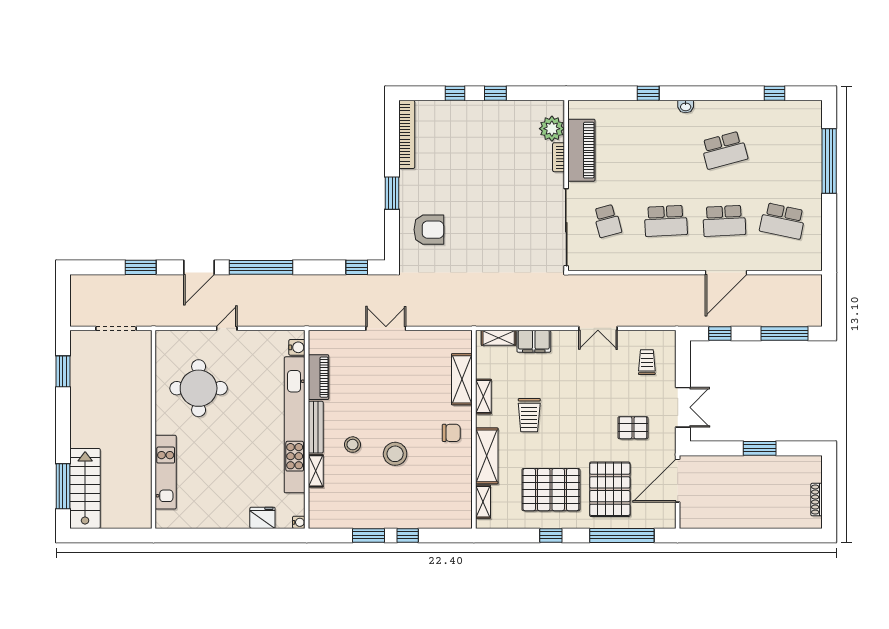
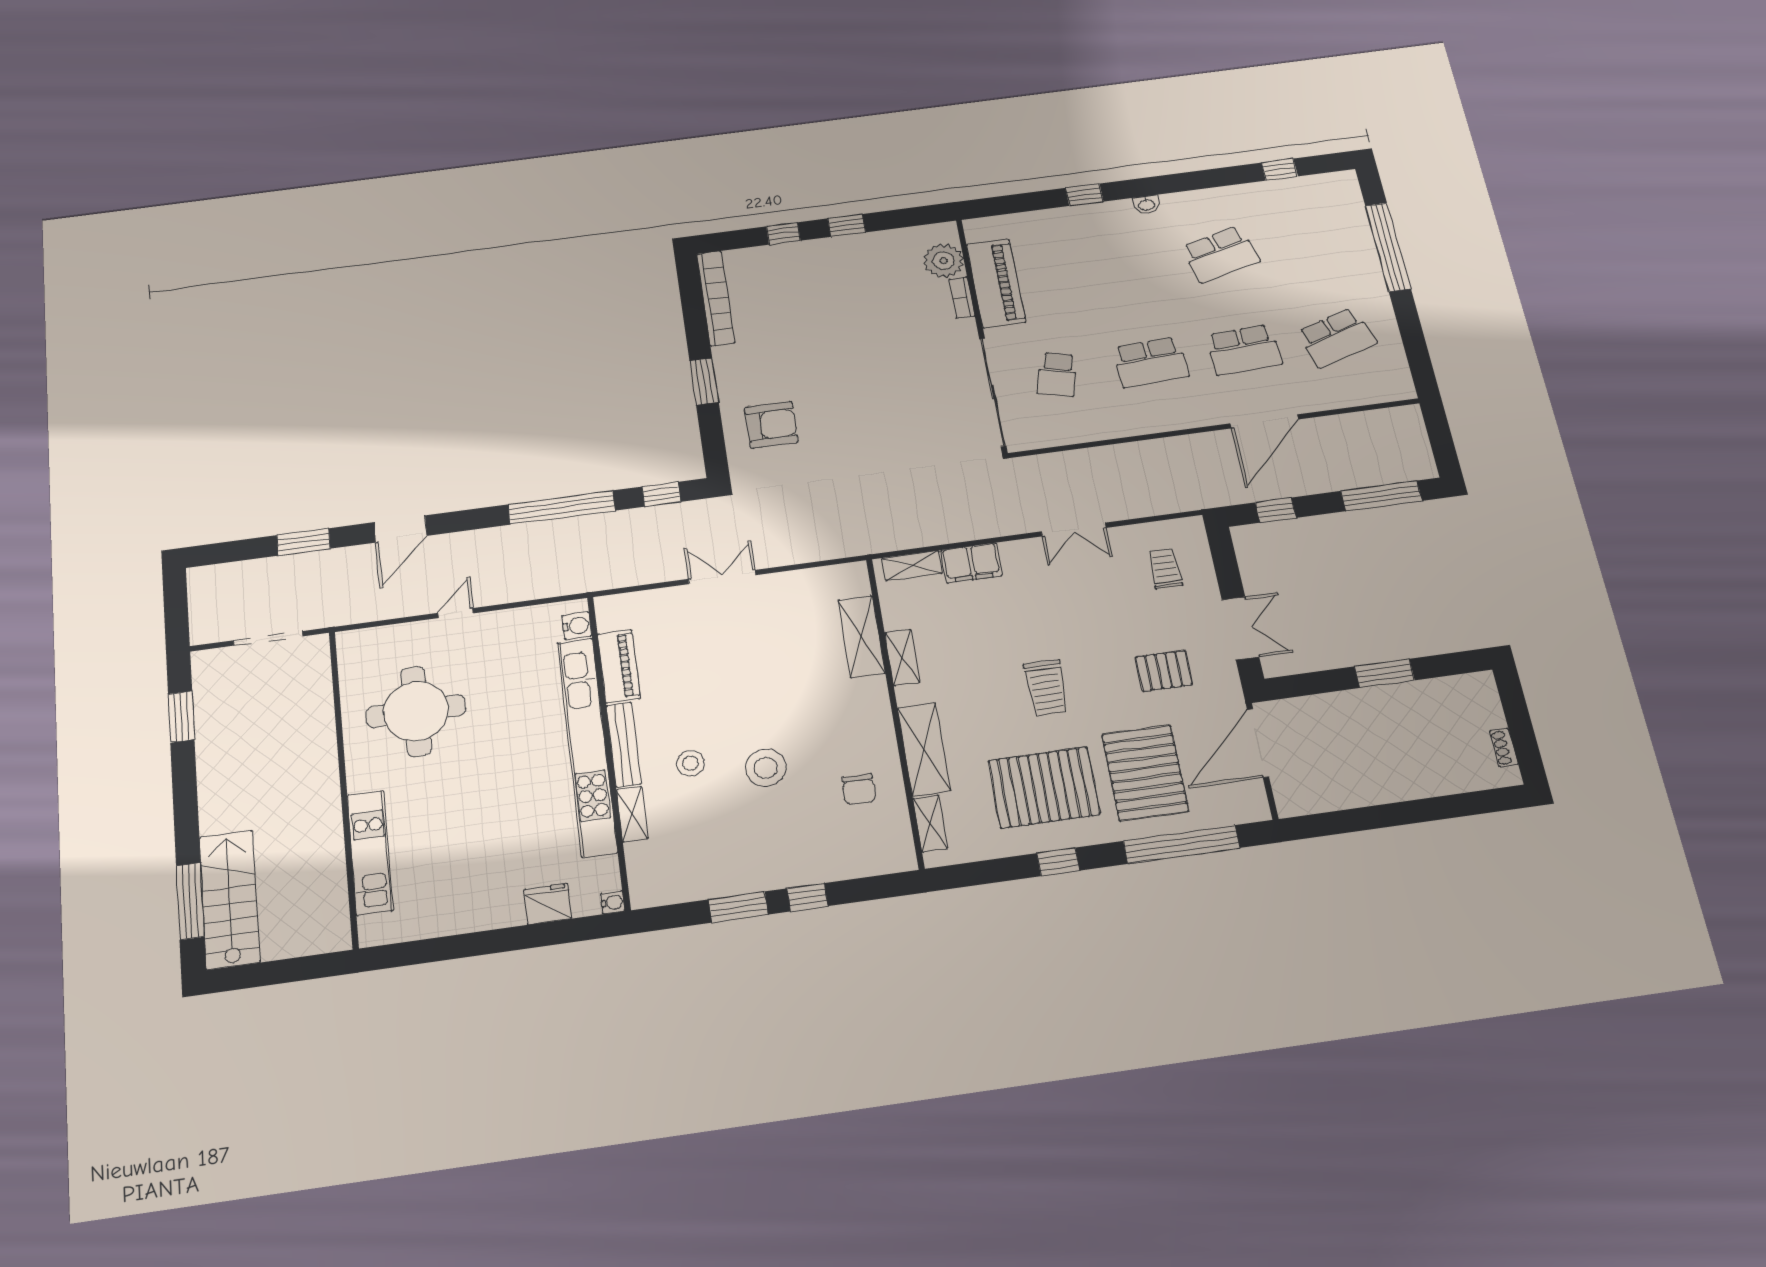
school desk: (607, 221) -> (1057, 374), turned 30
school desk: (783, 221) -> (1337, 337), turned -30
window: (261, 267) -> (562, 507), moved
trolley: (529, 415) -> (1046, 688), moved
chair: (451, 433) -> (859, 789), moved, turned 90
shoe rack: (817, 500) -> (1504, 748), width x0.70

